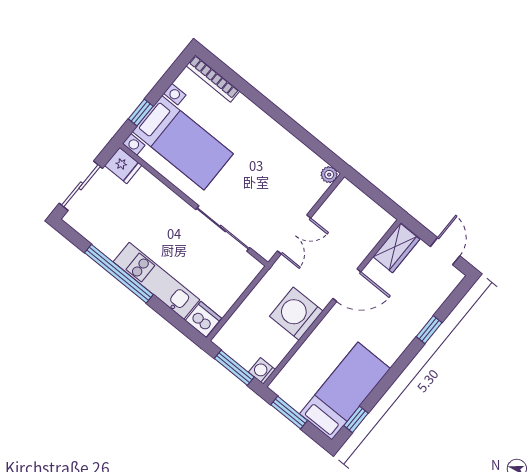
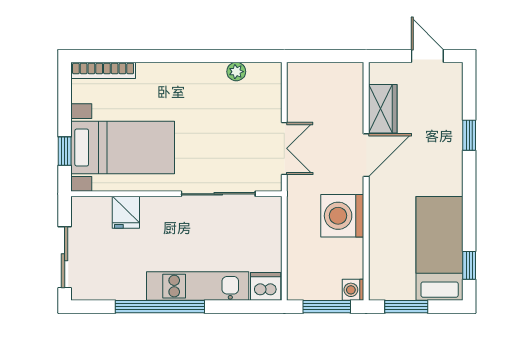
fridge: (123, 165) -> (126, 212), moved, turned 90
plant: (329, 175) -> (236, 72), moved
wardrobe: (396, 248) -> (383, 109), moved

